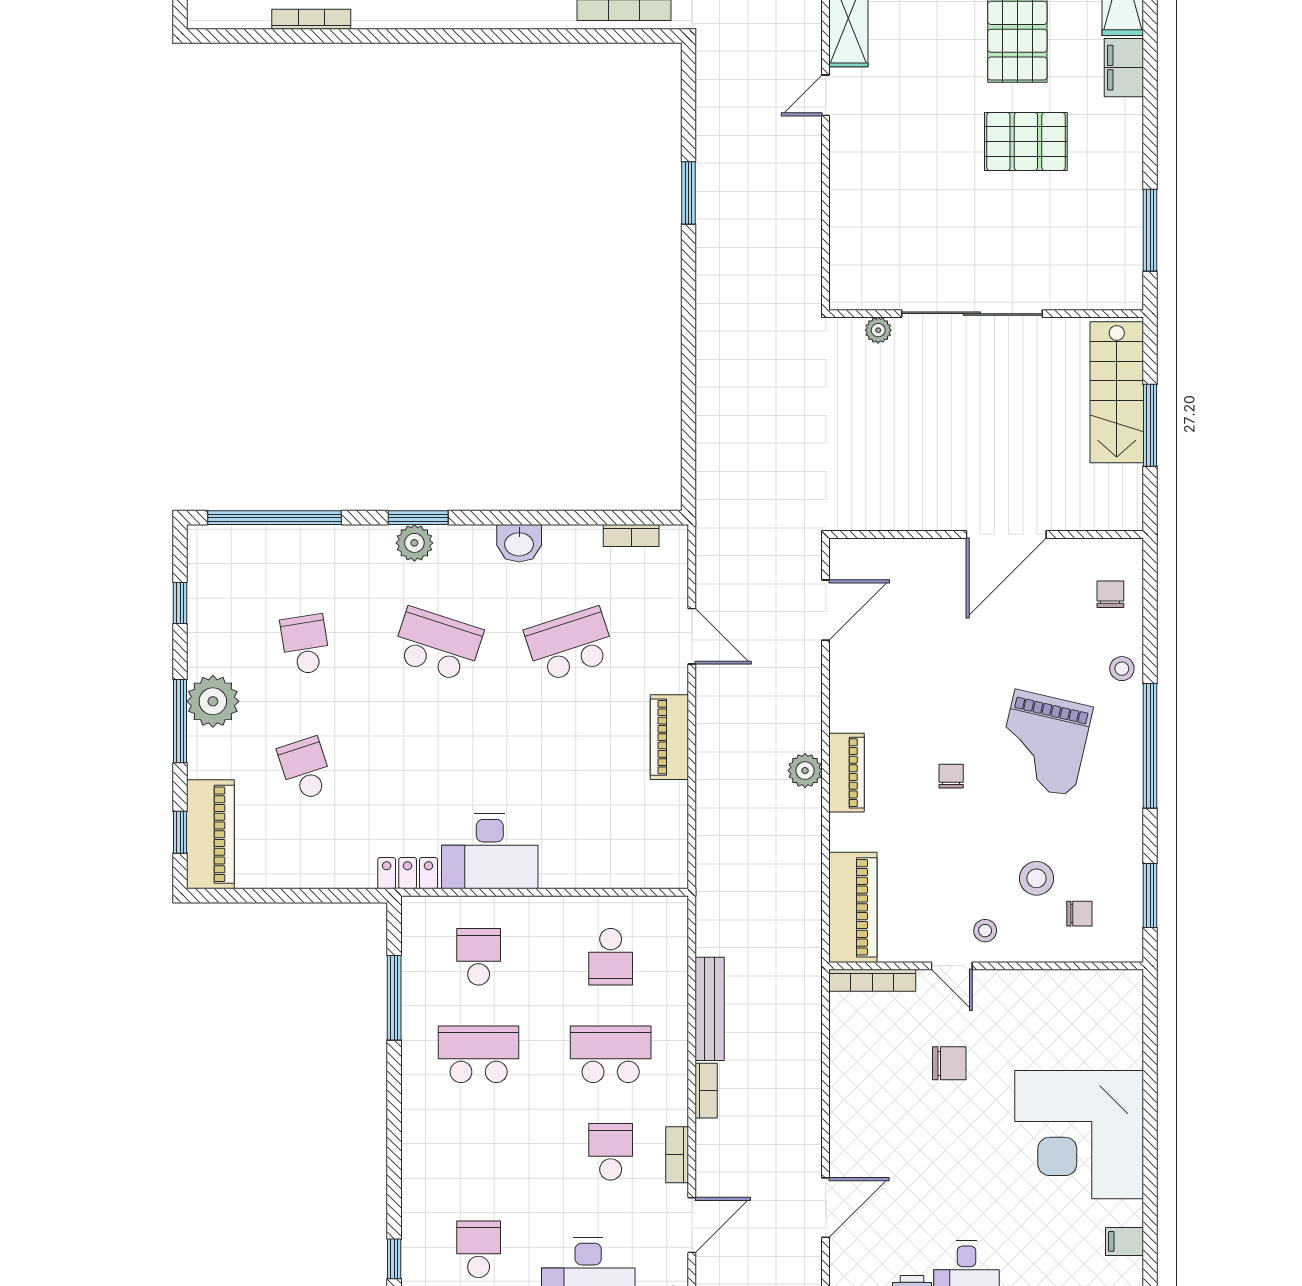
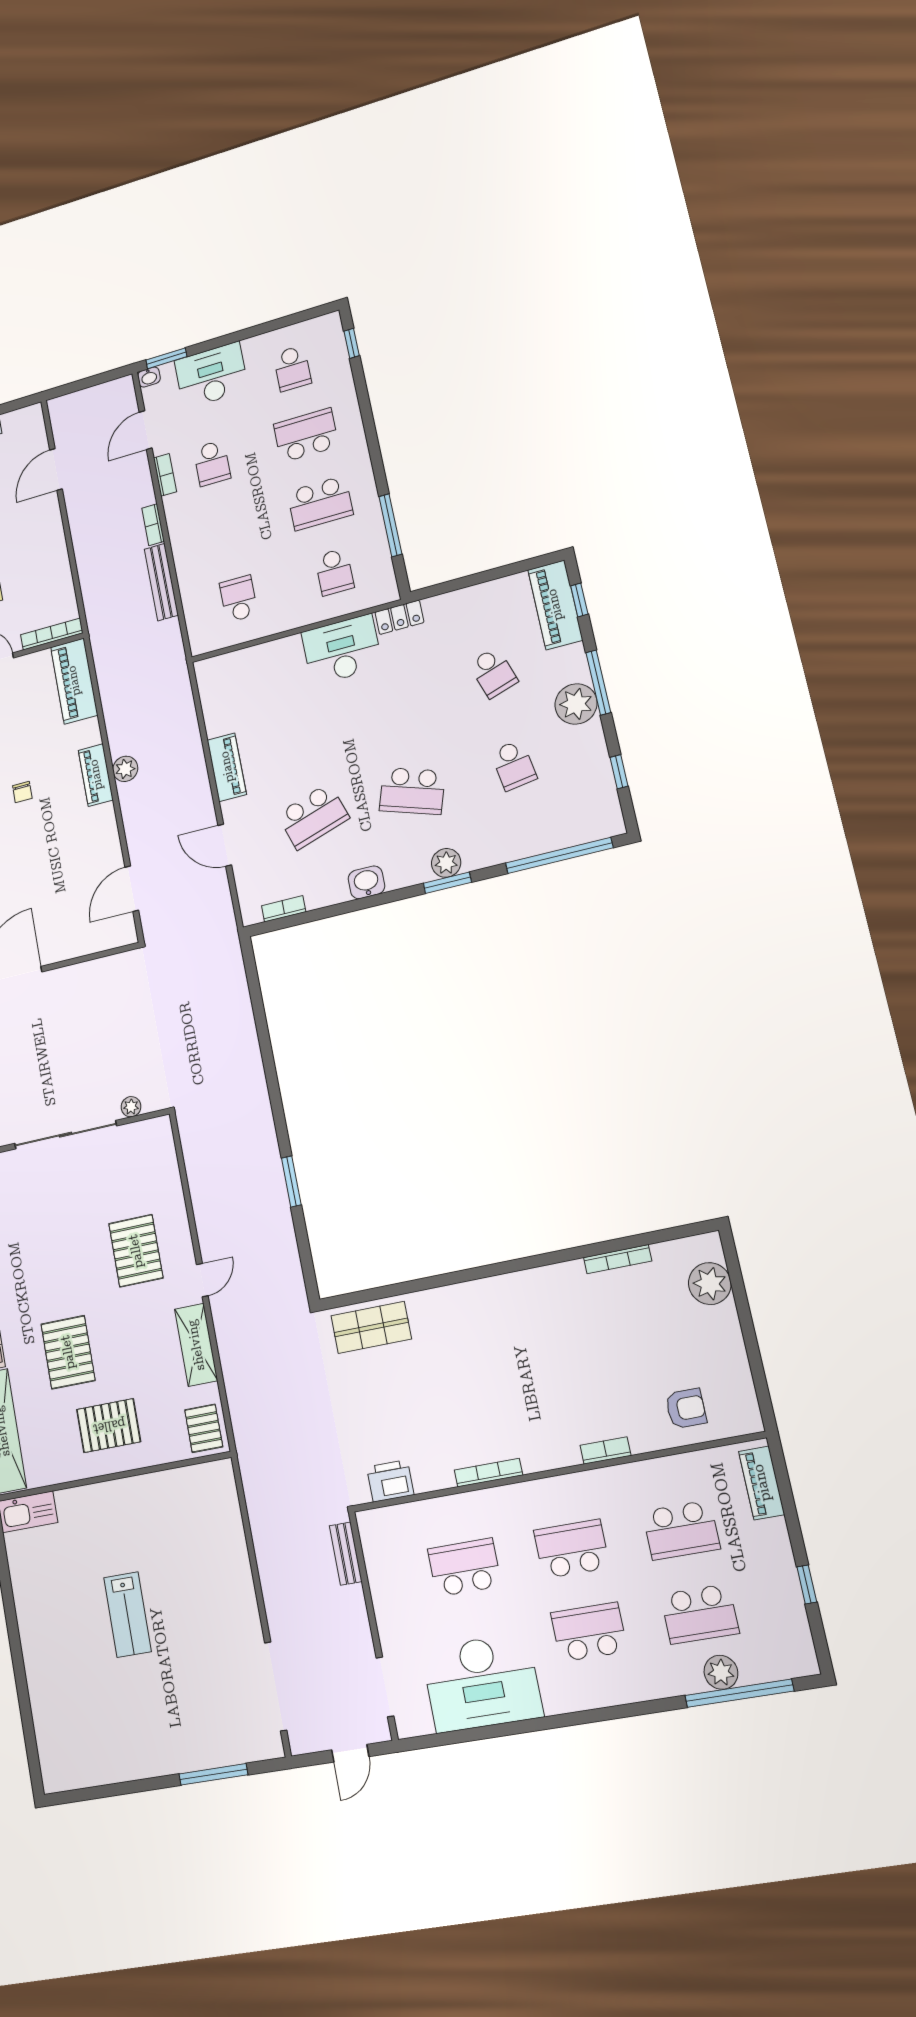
pallet: (1026, 141) -> (136, 1251), moved, turned 90
school desk: (611, 1054) -> (306, 435), moved, turned 180

